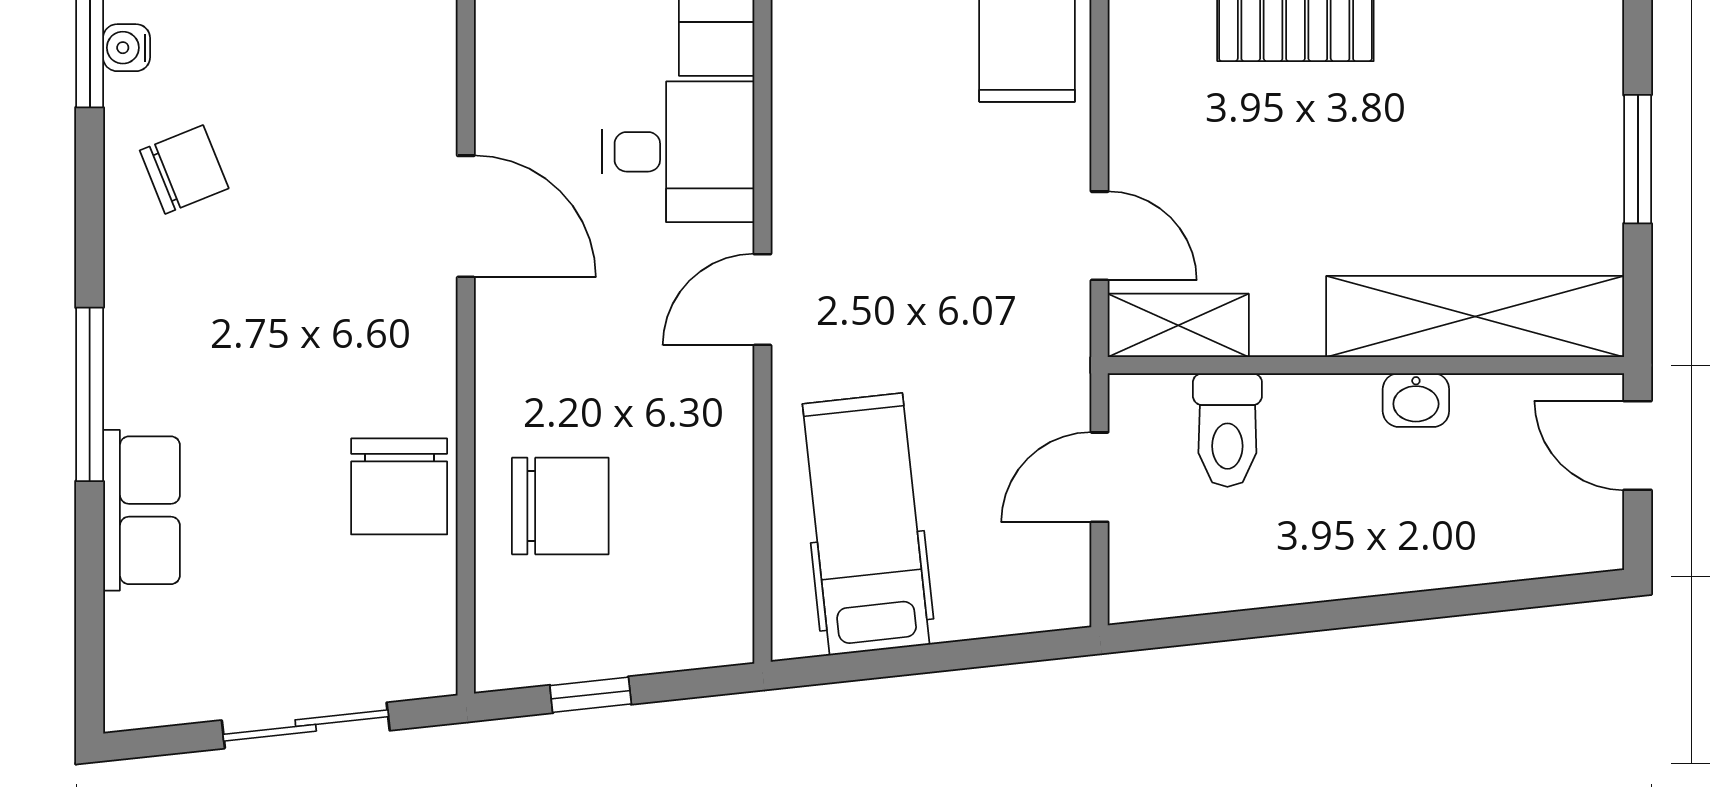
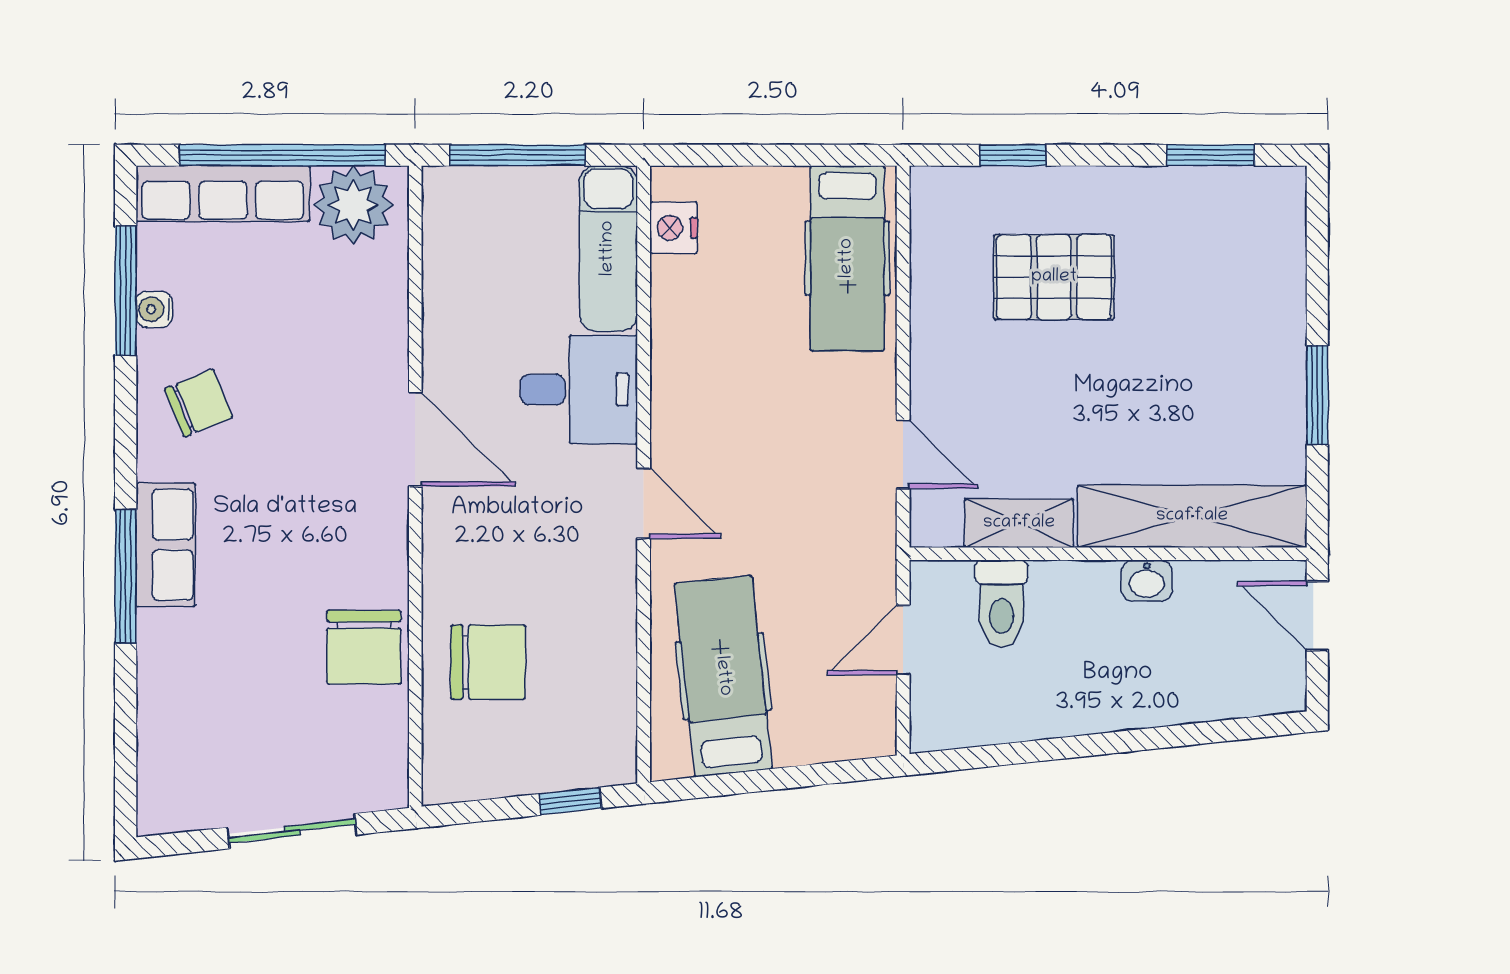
door: (762, 300) -> (644, 503), swing flipped
shelving: (1178, 325) -> (1019, 523), moved
row of seats: (141, 510) -> (166, 545), moved
window: (591, 695) -> (570, 801), moved

